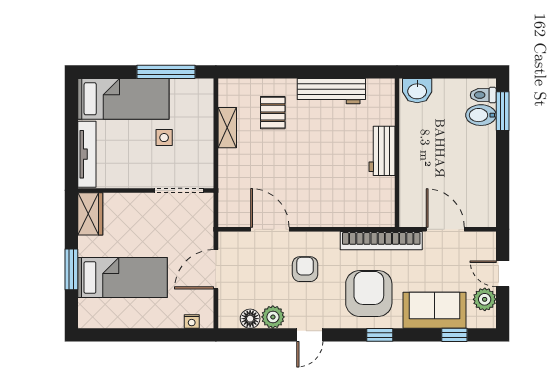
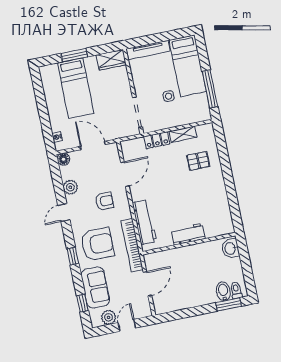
workbench: (331, 91) -> (144, 222), moved, turned 180
locker: (228, 170) -> (157, 140), added
floor lamp: (250, 319) -> (63, 159), moved
door: (310, 335) -> (64, 213), hinge flipped

